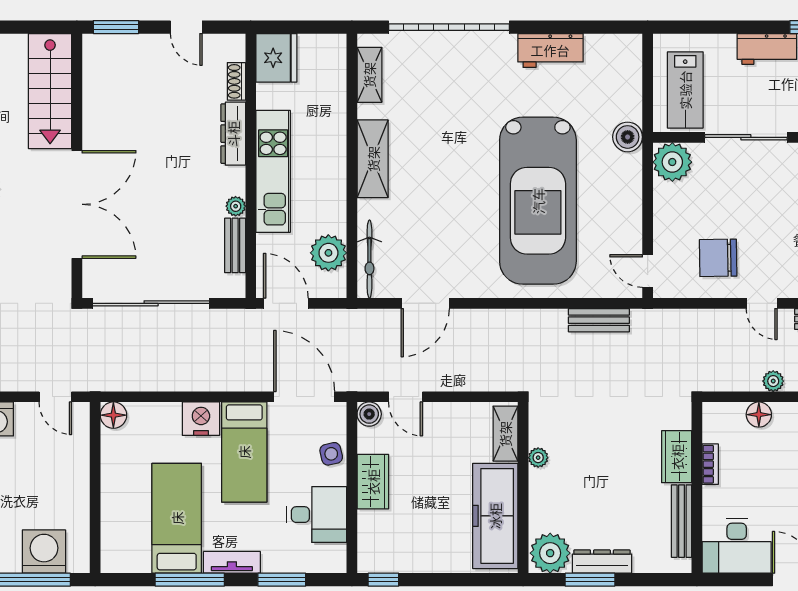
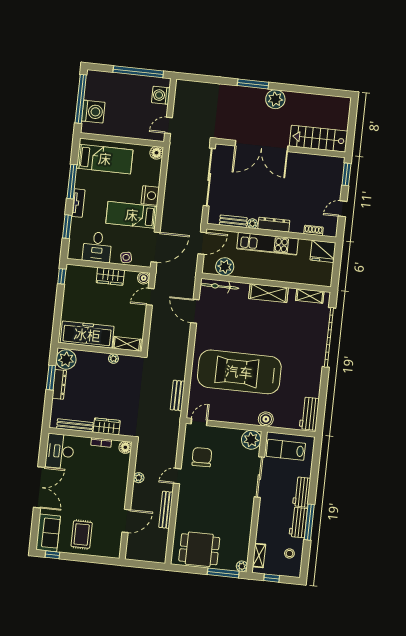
workbench: (550, 50) -> (309, 414), moved
dresser: (233, 134) -> (274, 225), moved
floor lamp: (759, 415) -> (125, 447), moved
bed: (177, 518) -> (105, 159), moved

